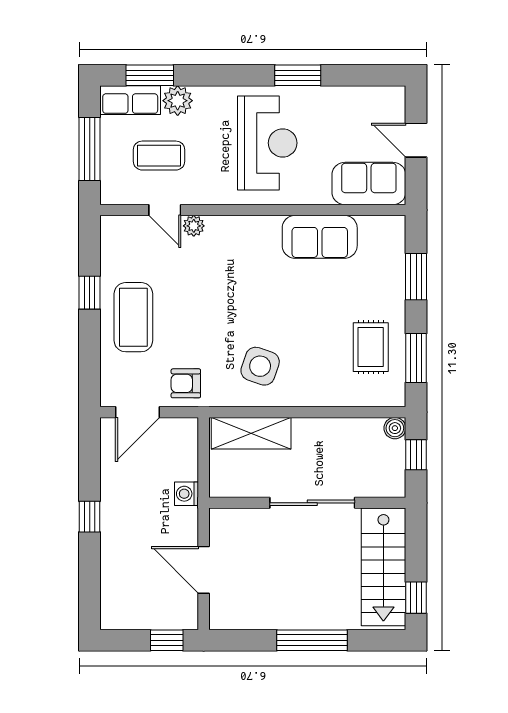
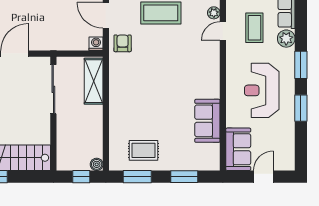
window: (150, 75) -> (301, 65), moved
reception desk: (267, 143) -> (262, 90), turned 90
plant: (194, 226) -> (214, 13), moved
side table: (260, 366) -> (132, 86), removed
washing machine: (187, 494) -> (96, 44), moved
sliding door: (312, 503) -> (53, 89), moved

